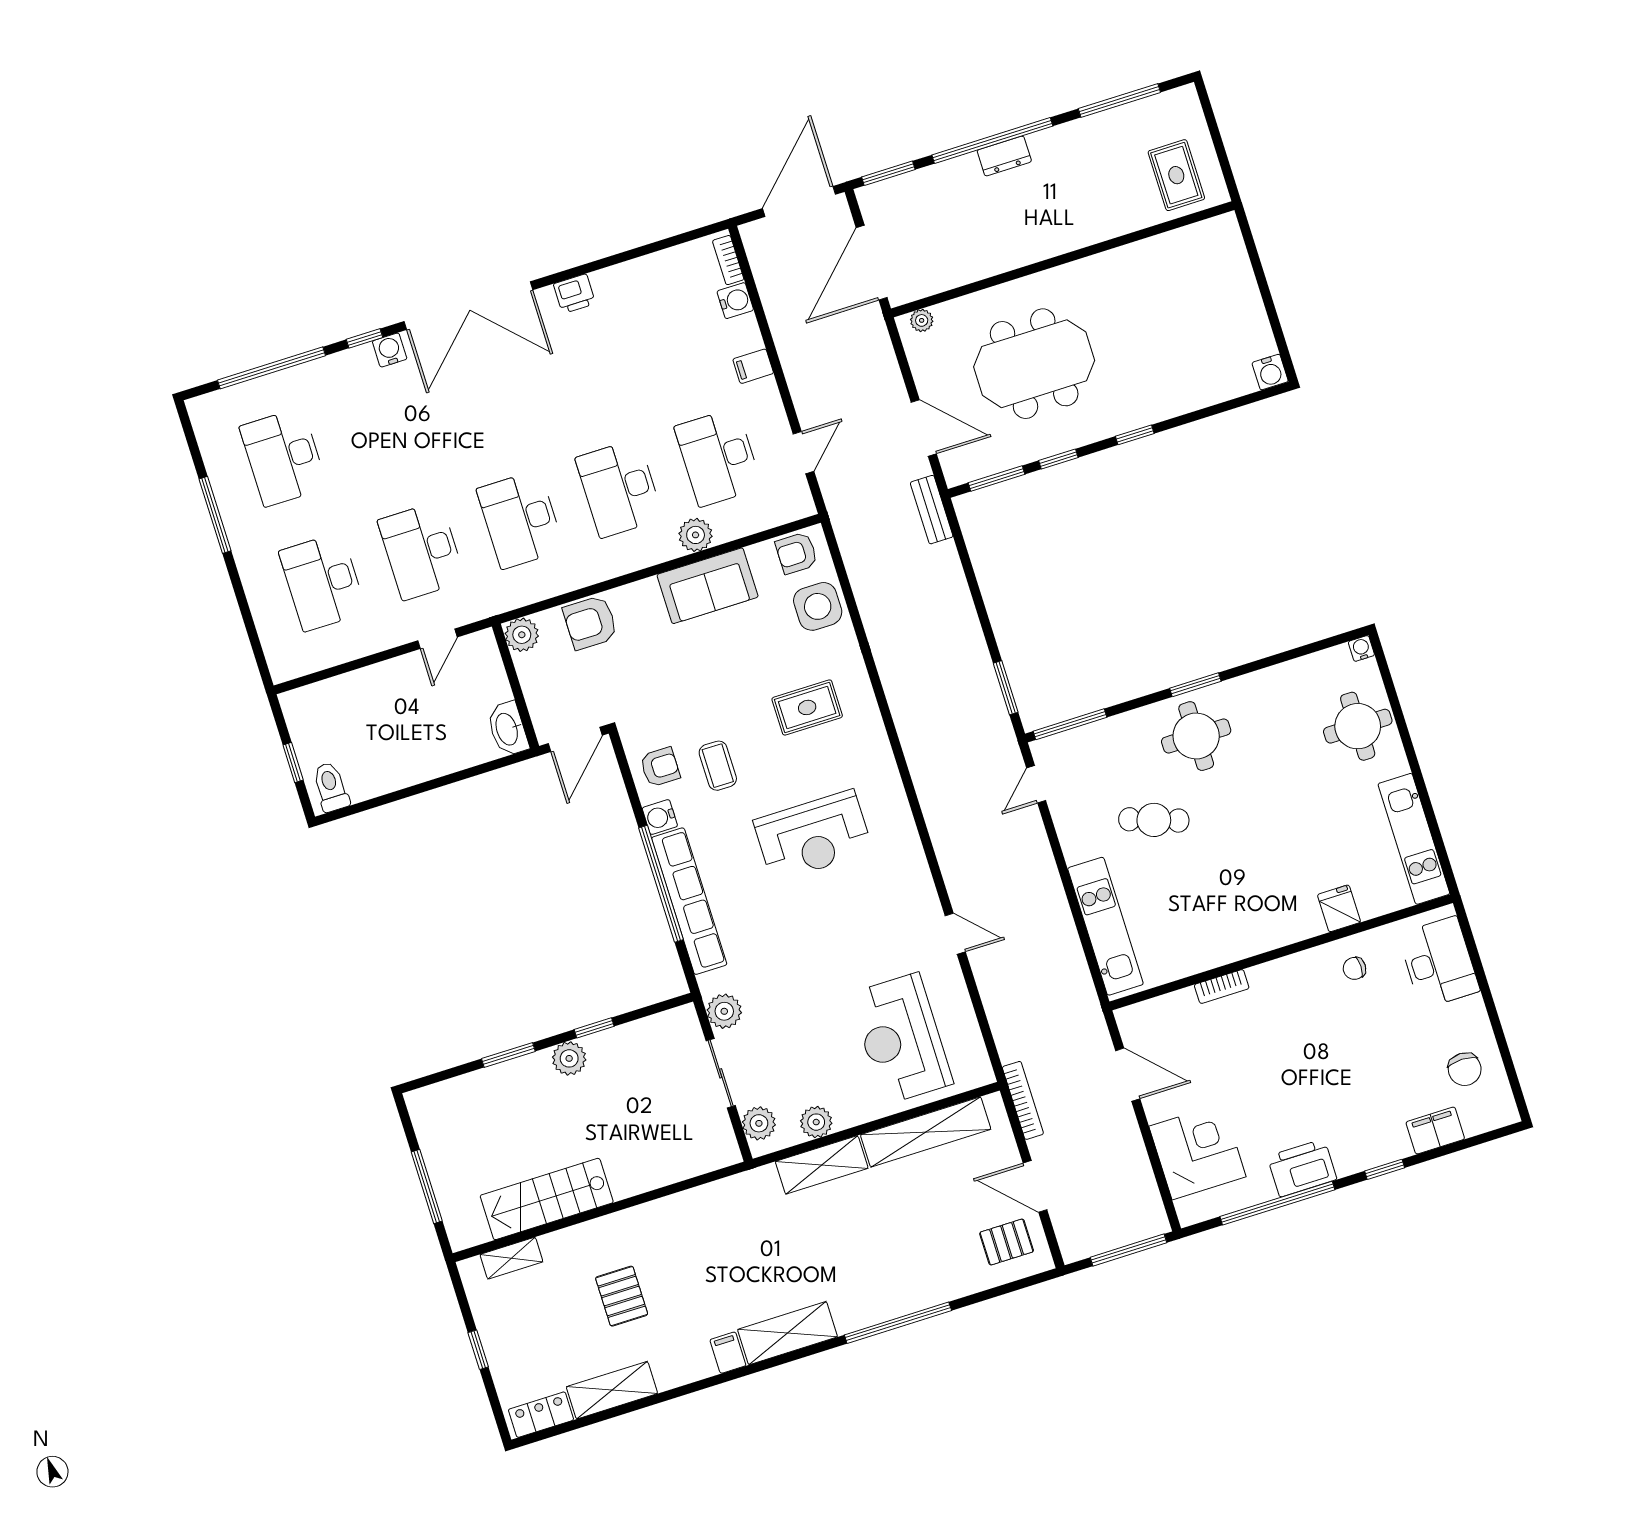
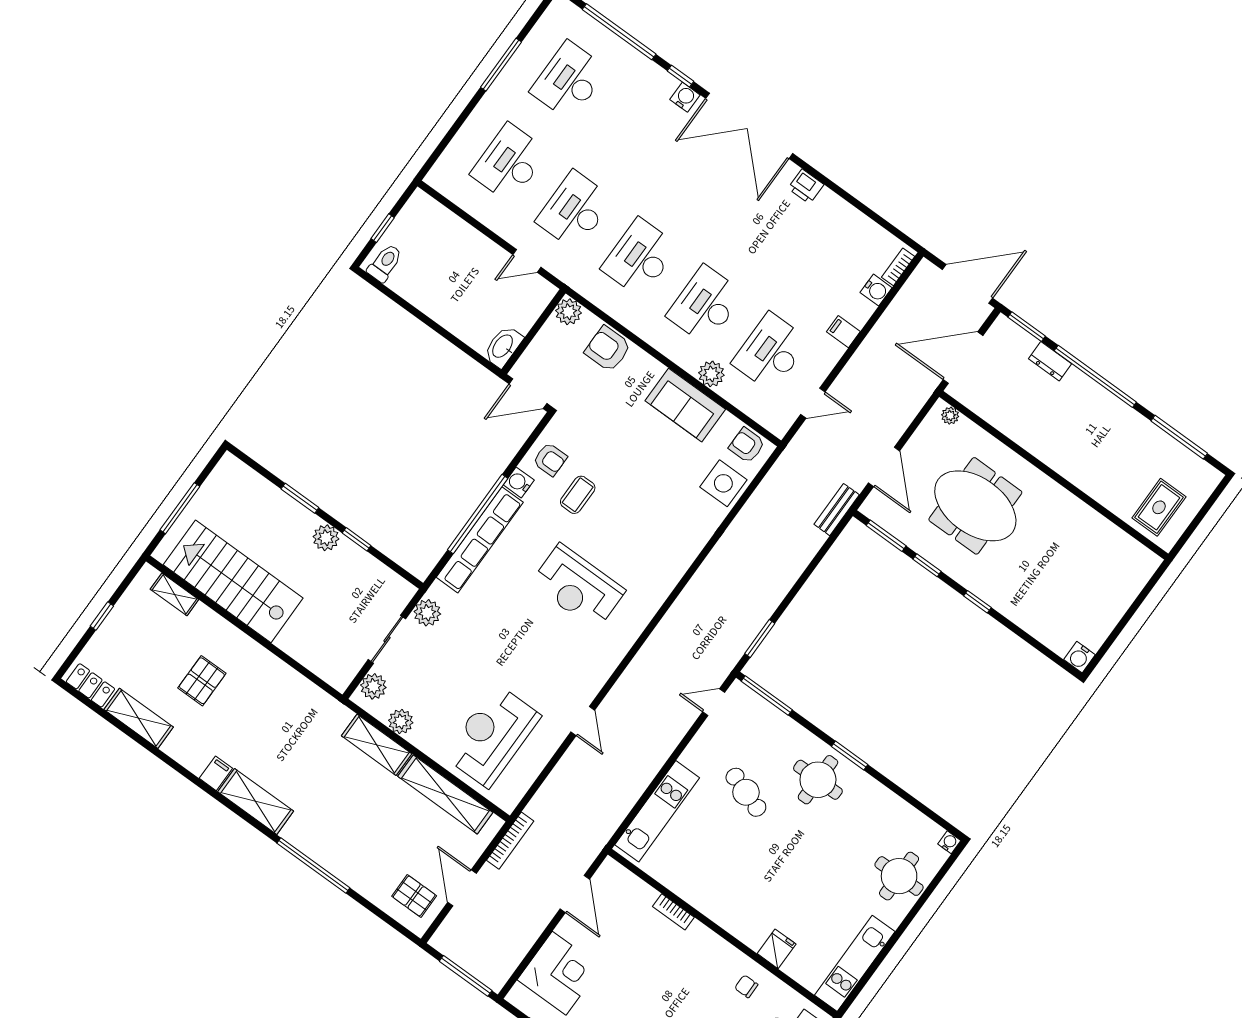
dresser: (1004, 156) -> (1050, 361), moved
rug: (807, 707) -> (655, 524), removed
stairs: (547, 1199) -> (233, 581), width x1.36, depth x1.51

